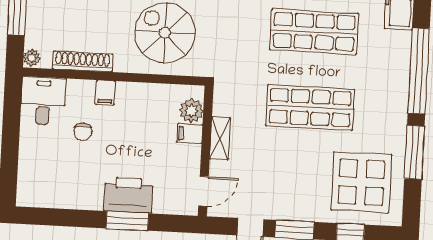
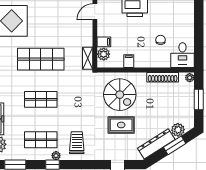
shop shelf: (314, 32) -> (41, 99), width x0.70, depth x0.74
filing cabinet: (105, 93) -> (129, 61), moved
shelving: (220, 138) -> (88, 58), moved

